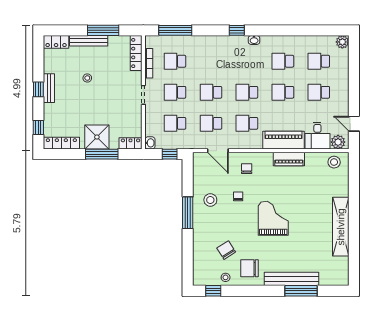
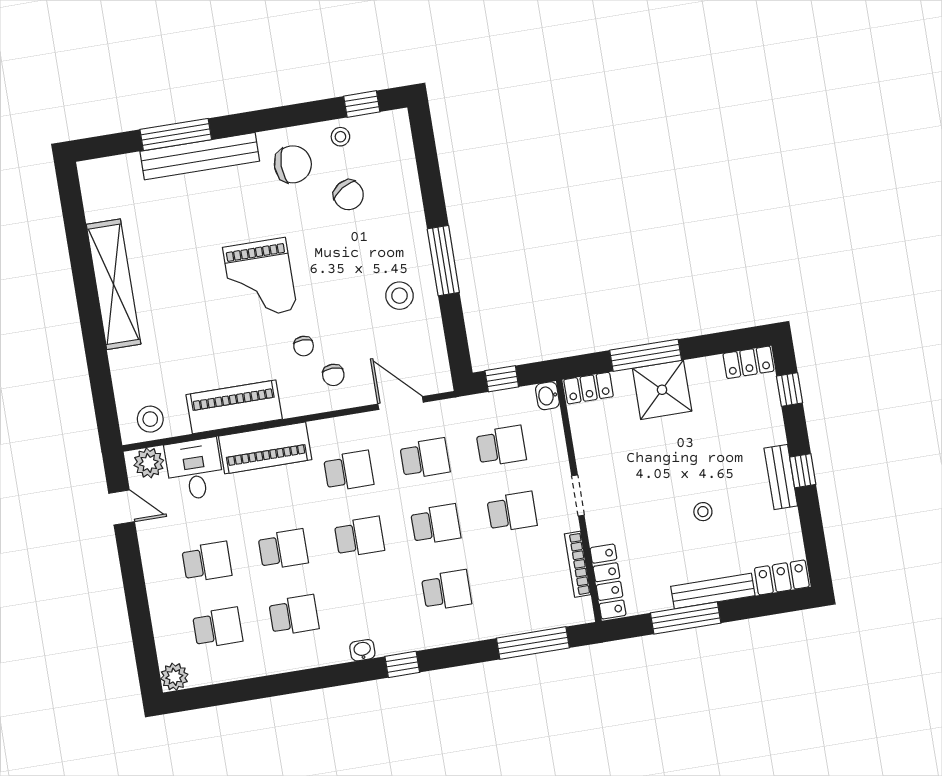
school desk: (175, 61) -> (446, 590), moved
locker: (61, 143) -> (748, 362), width x0.66
piano: (289, 159) -> (234, 407), width x1.37, depth x1.33
chair: (238, 196) -> (304, 346), moved

